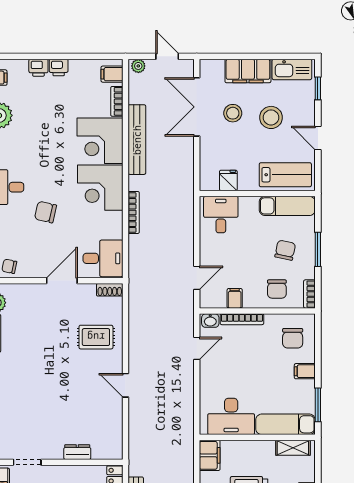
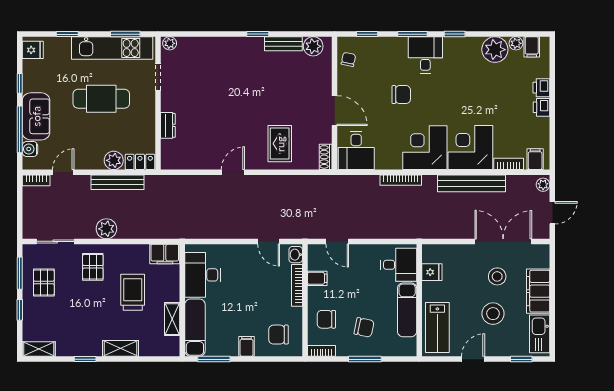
exam couch: (287, 206) -> (407, 310), moved
chair: (45, 212) -> (401, 95), turned 77
shelving: (293, 448) -> (172, 319), moved

